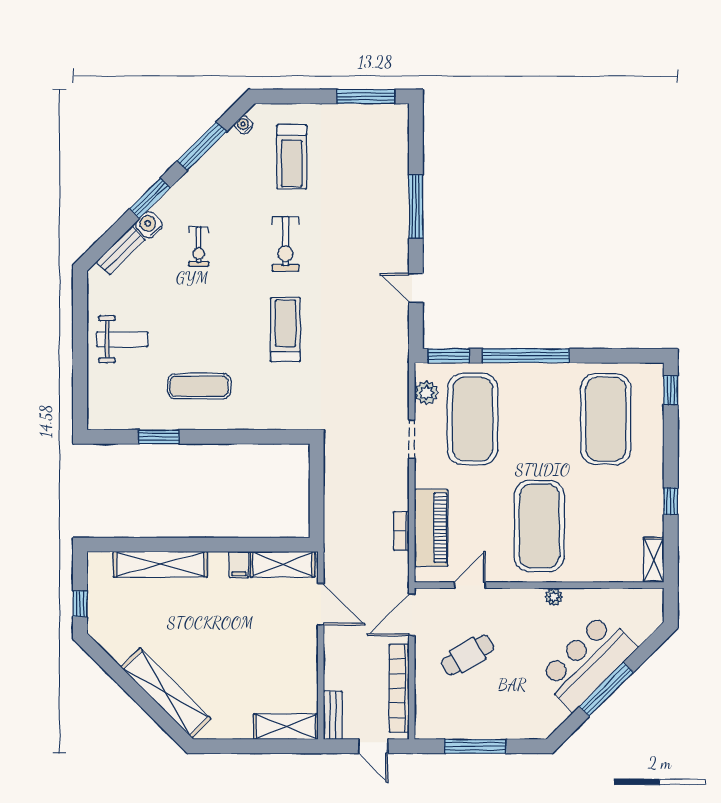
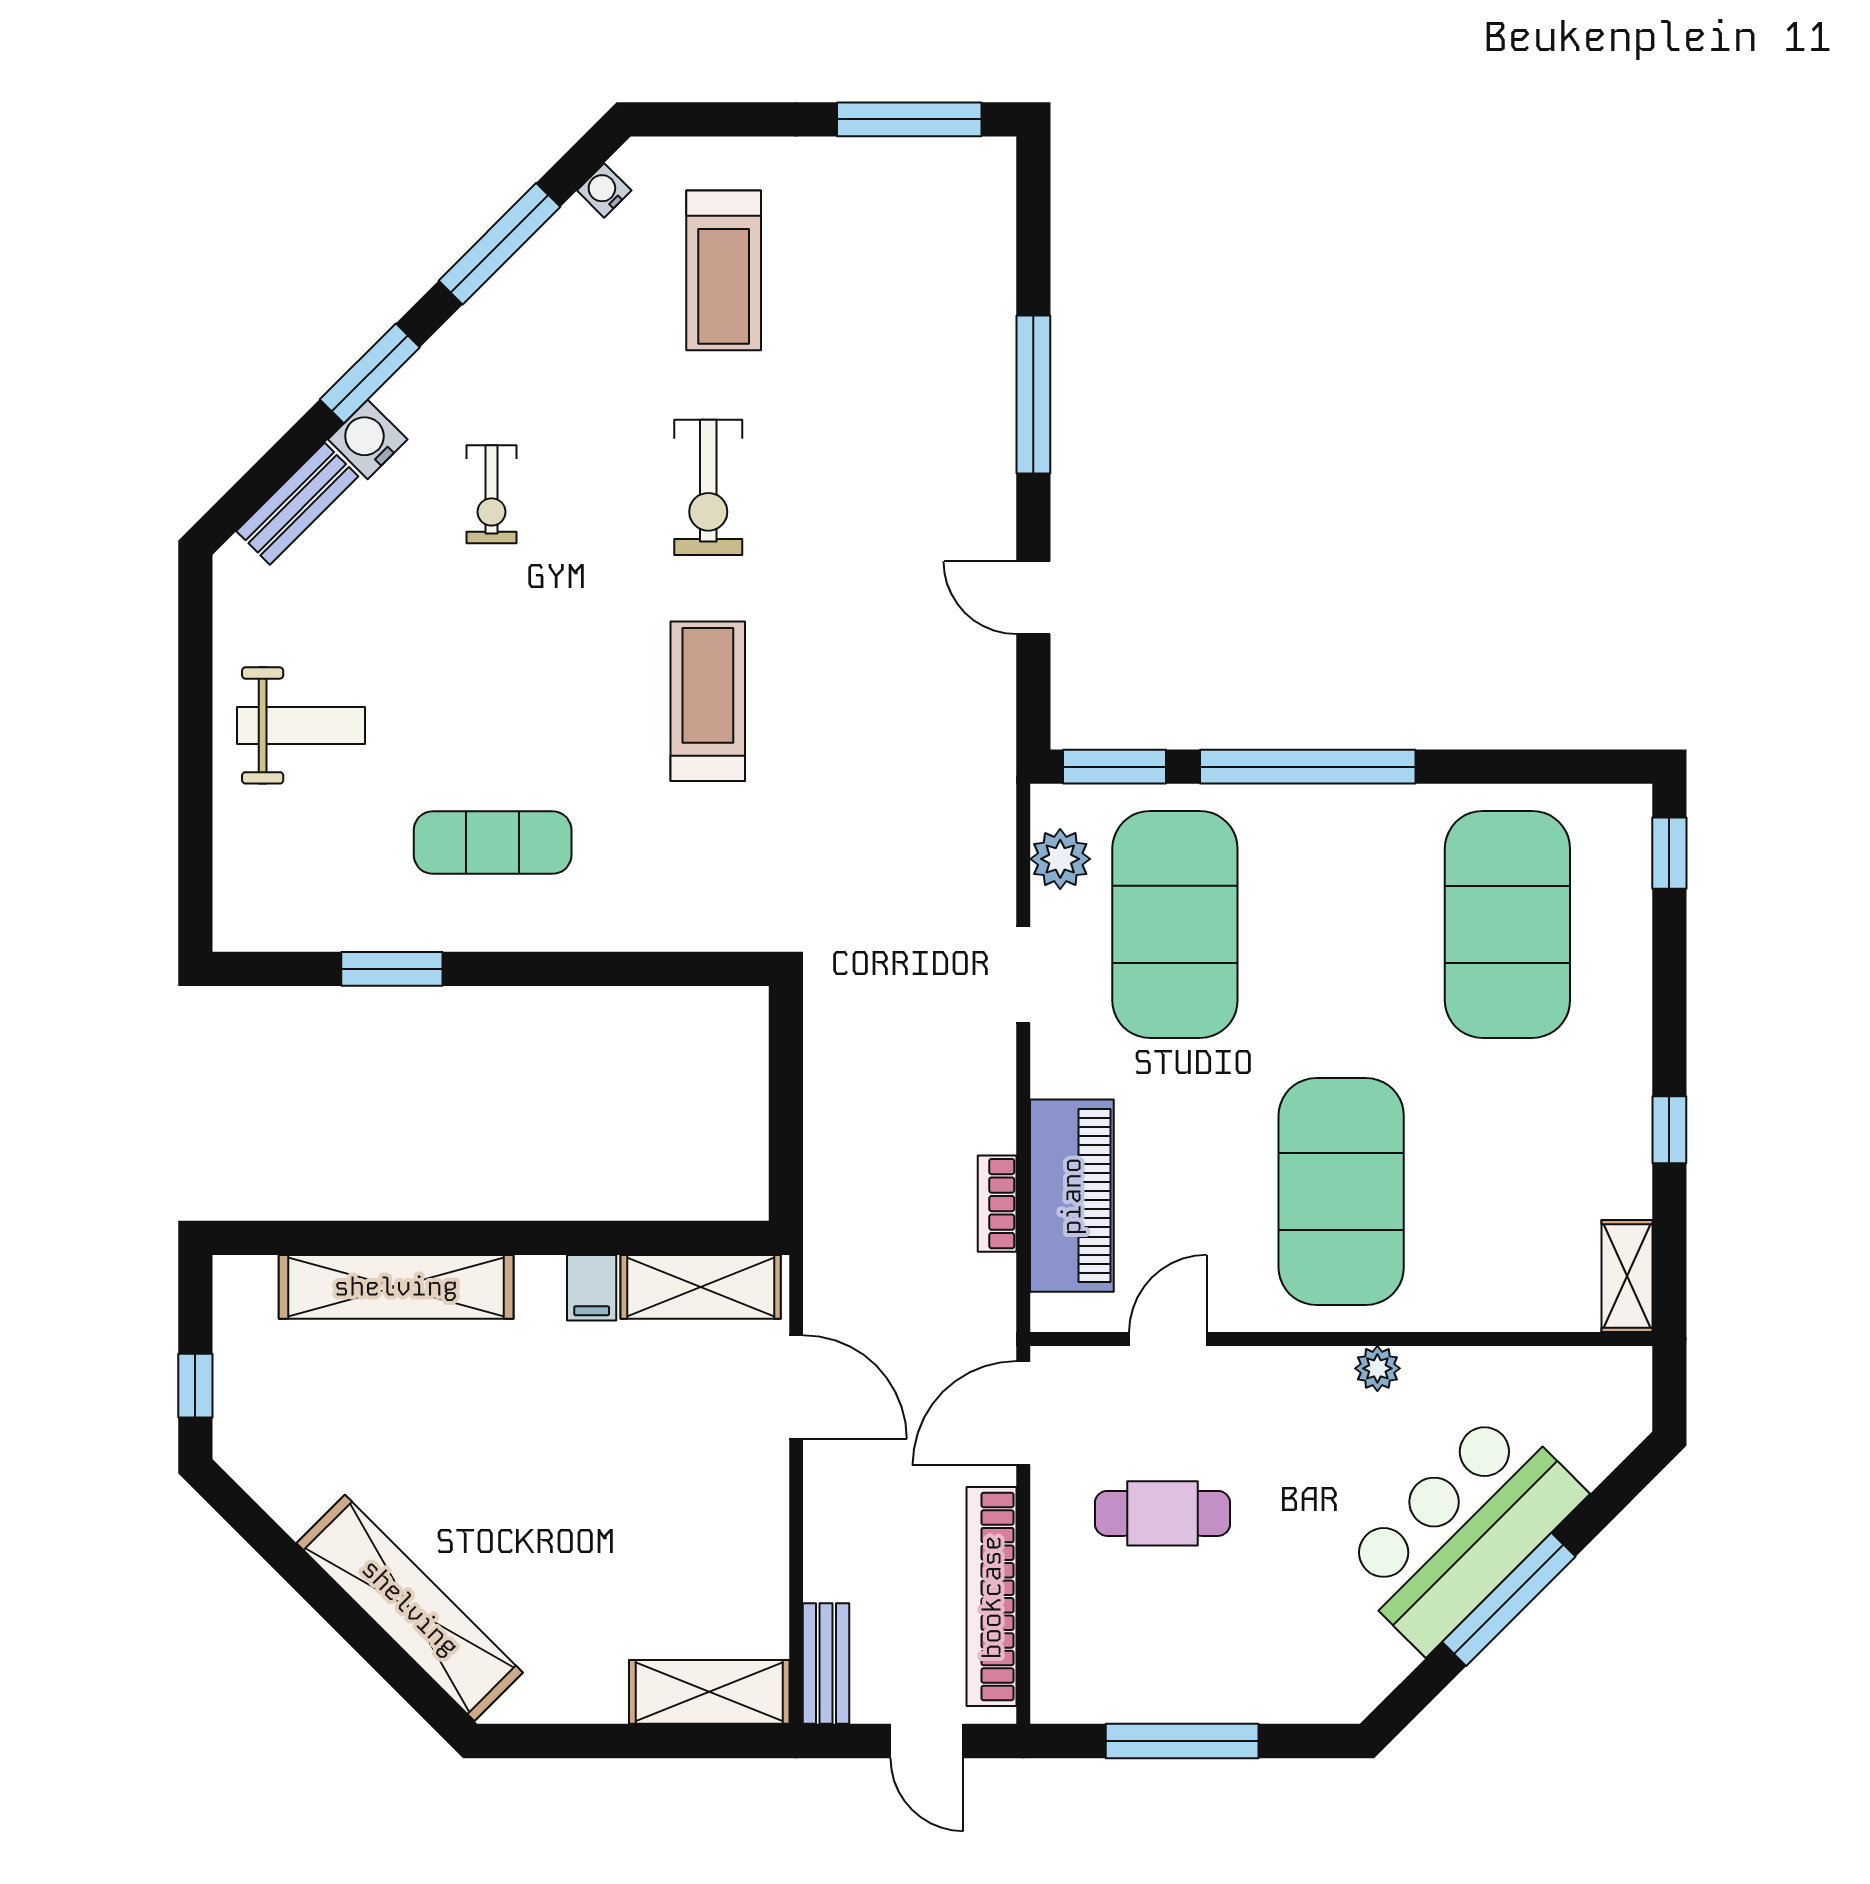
cafe table: (468, 655) -> (1162, 1513), turned 31

